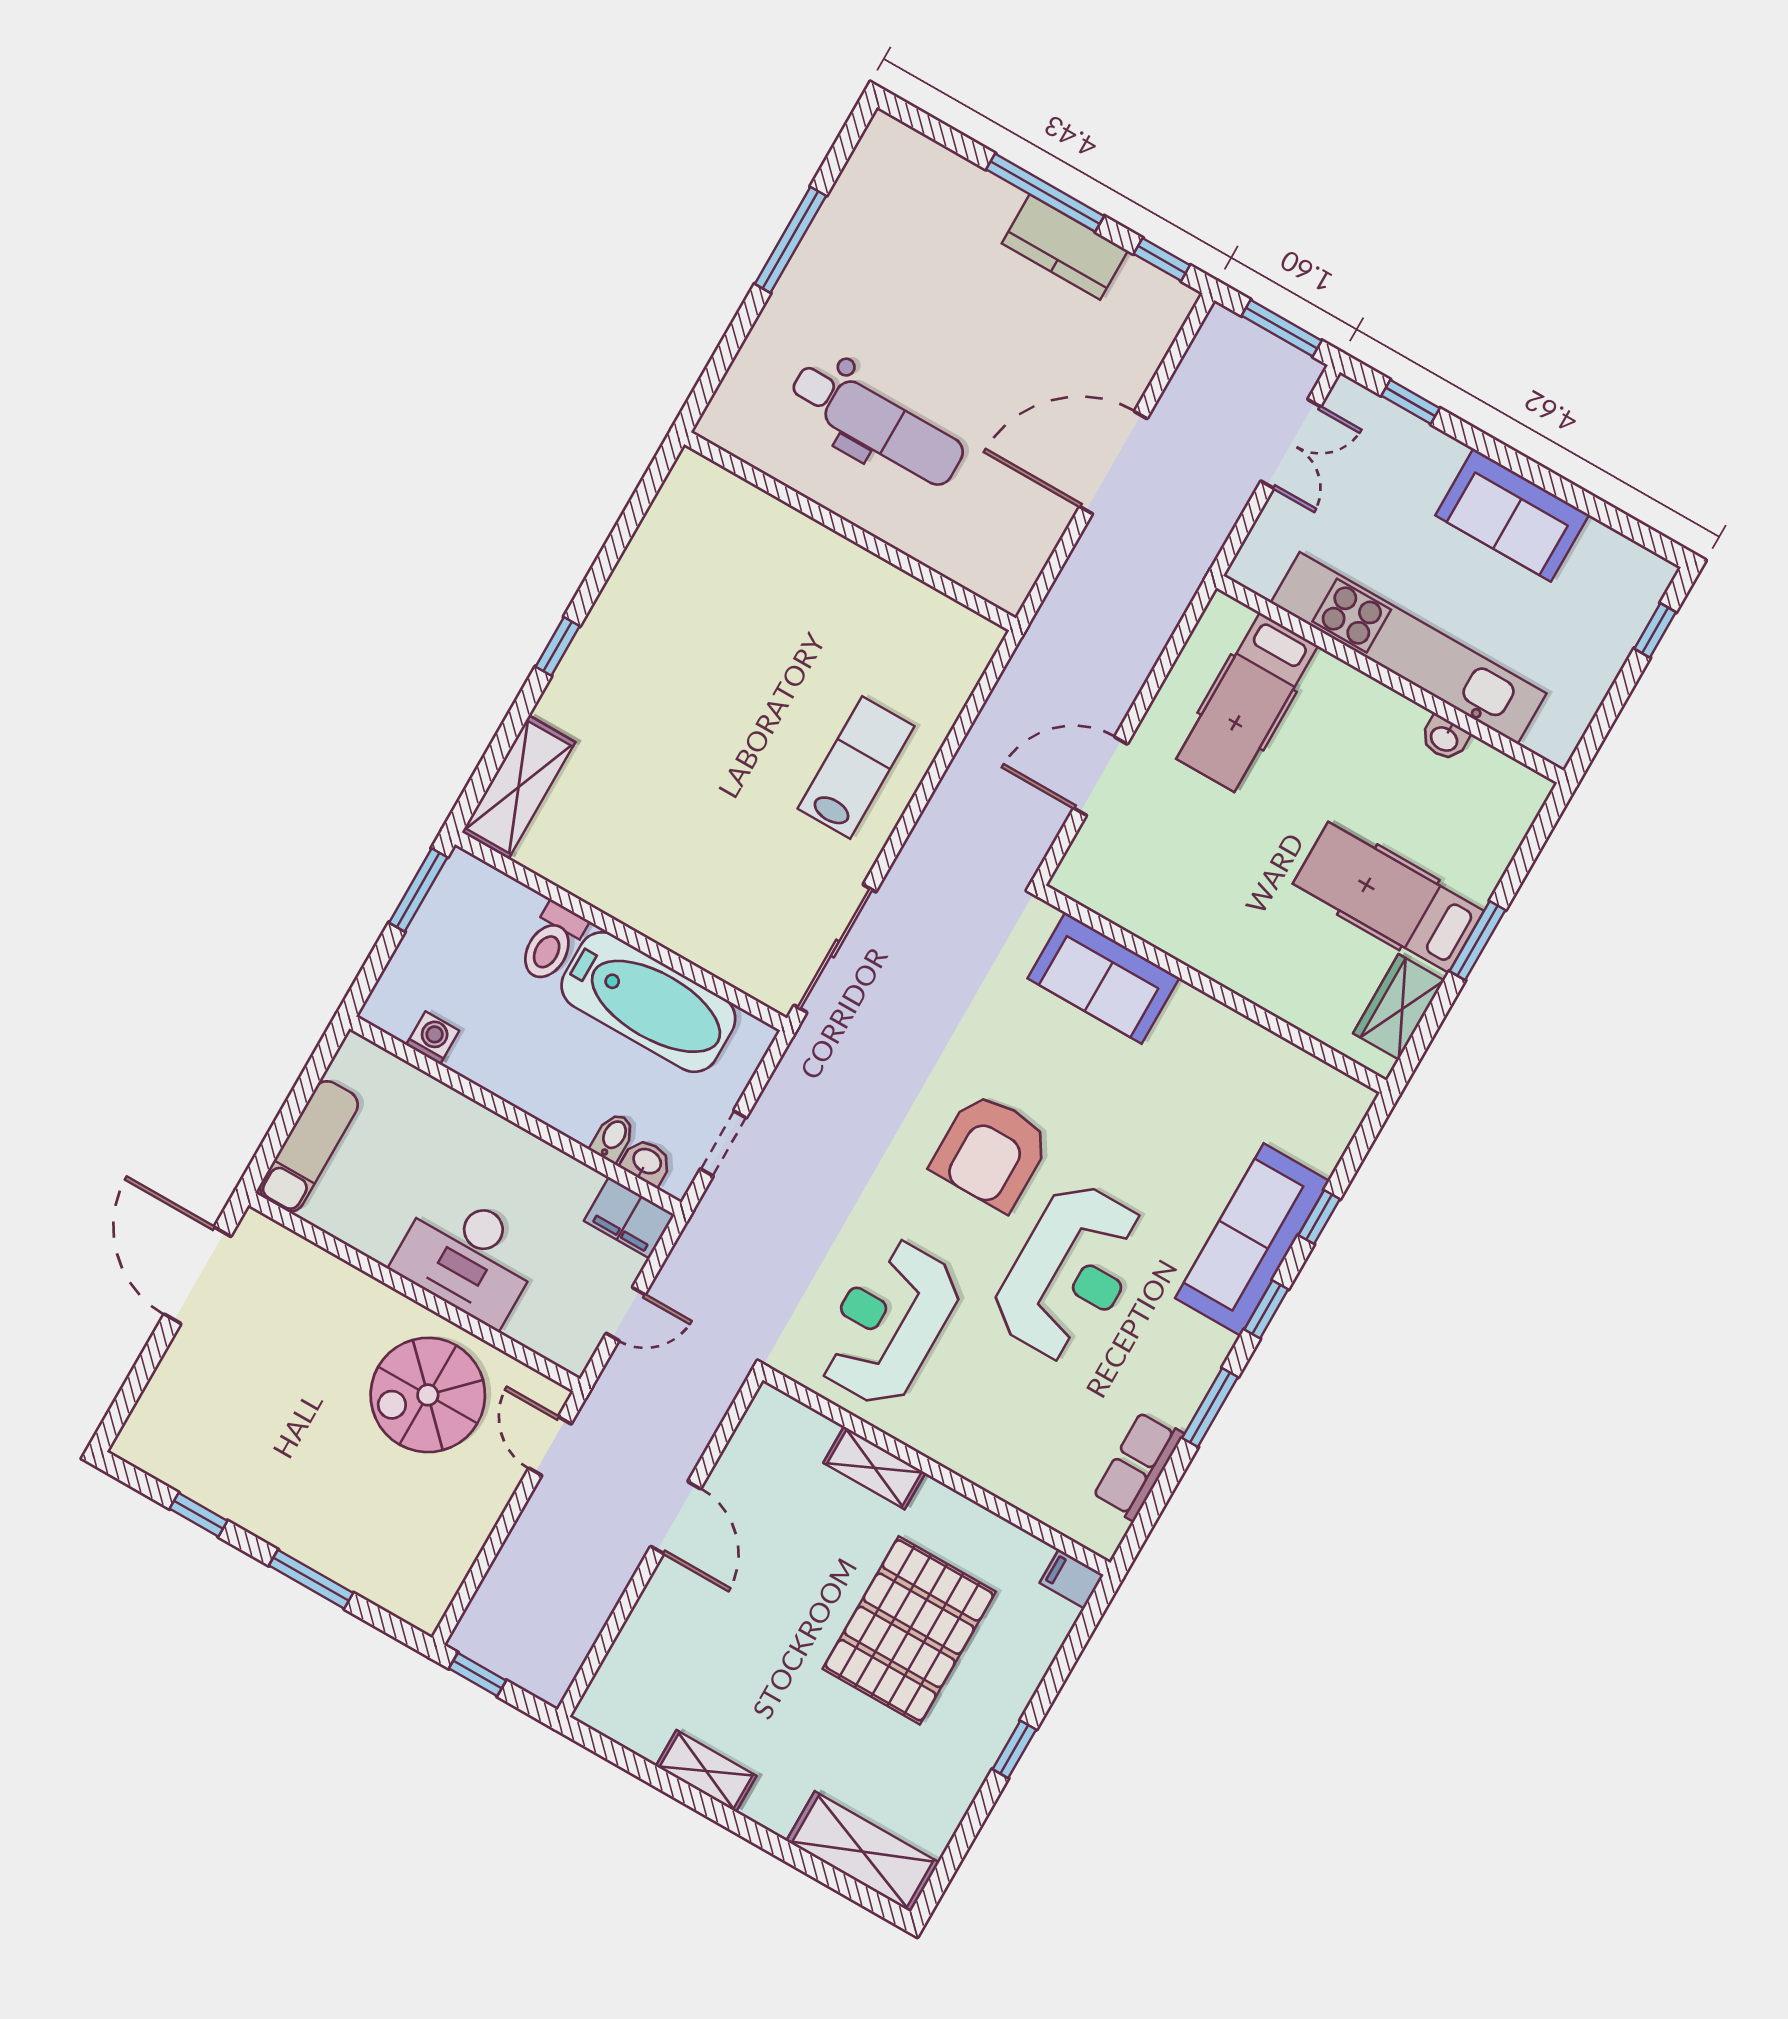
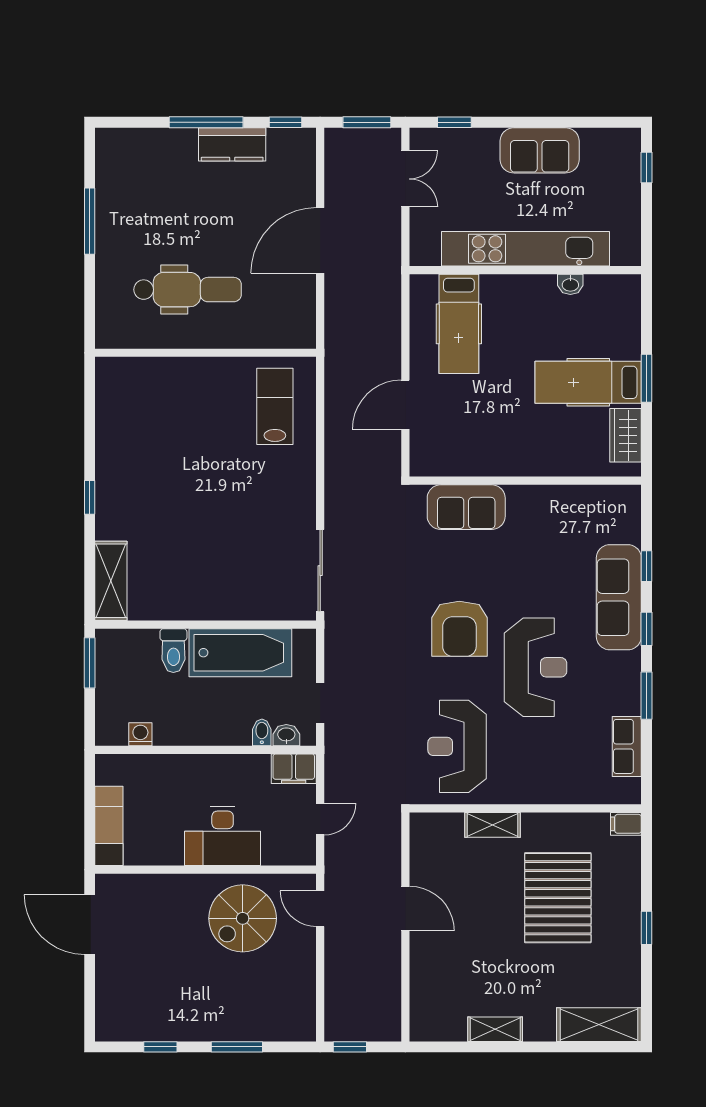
lab bench: (856, 767) -> (275, 406), moved

